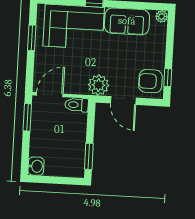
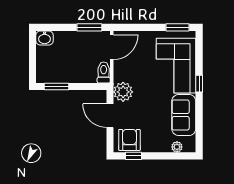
plant: (162, 16) -> (177, 147), moved
window: (32, 38) -> (177, 27), moved
door: (50, 95) -> (112, 47), hinge flipped
door: (123, 101) -> (110, 116), hinge flipped

